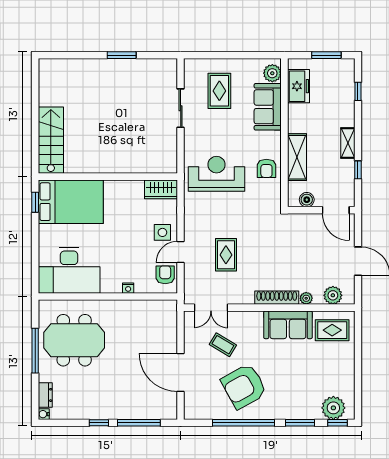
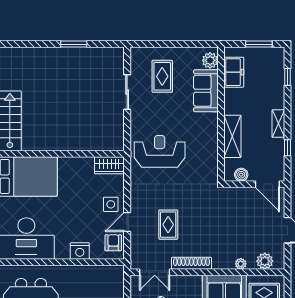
armchair: (266, 168) -> (205, 146), removed
nightstand: (128, 288) -> (80, 251), width x1.89, depth x1.79
shoe rack: (277, 298) -> (191, 263), moved

